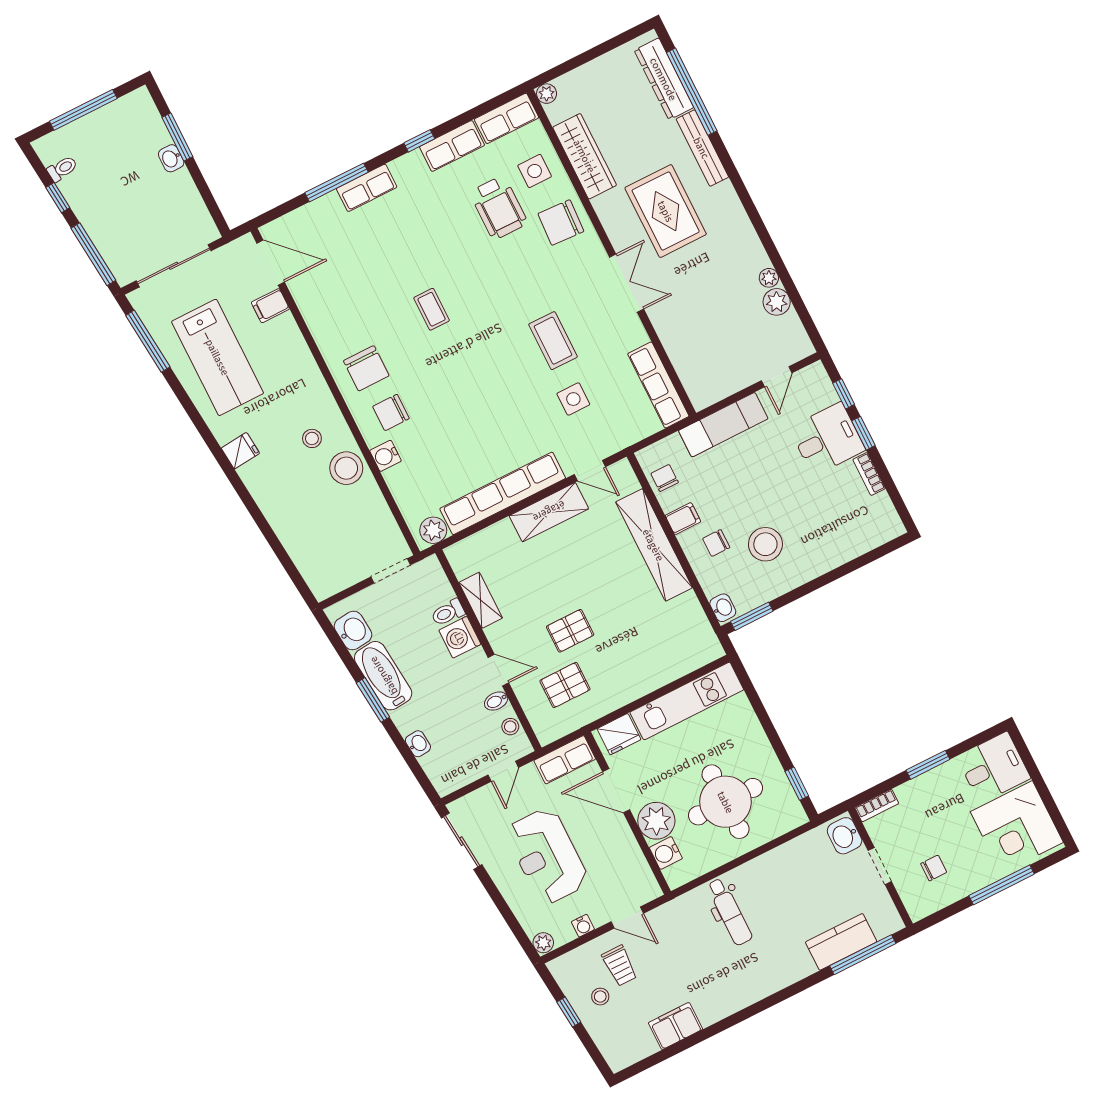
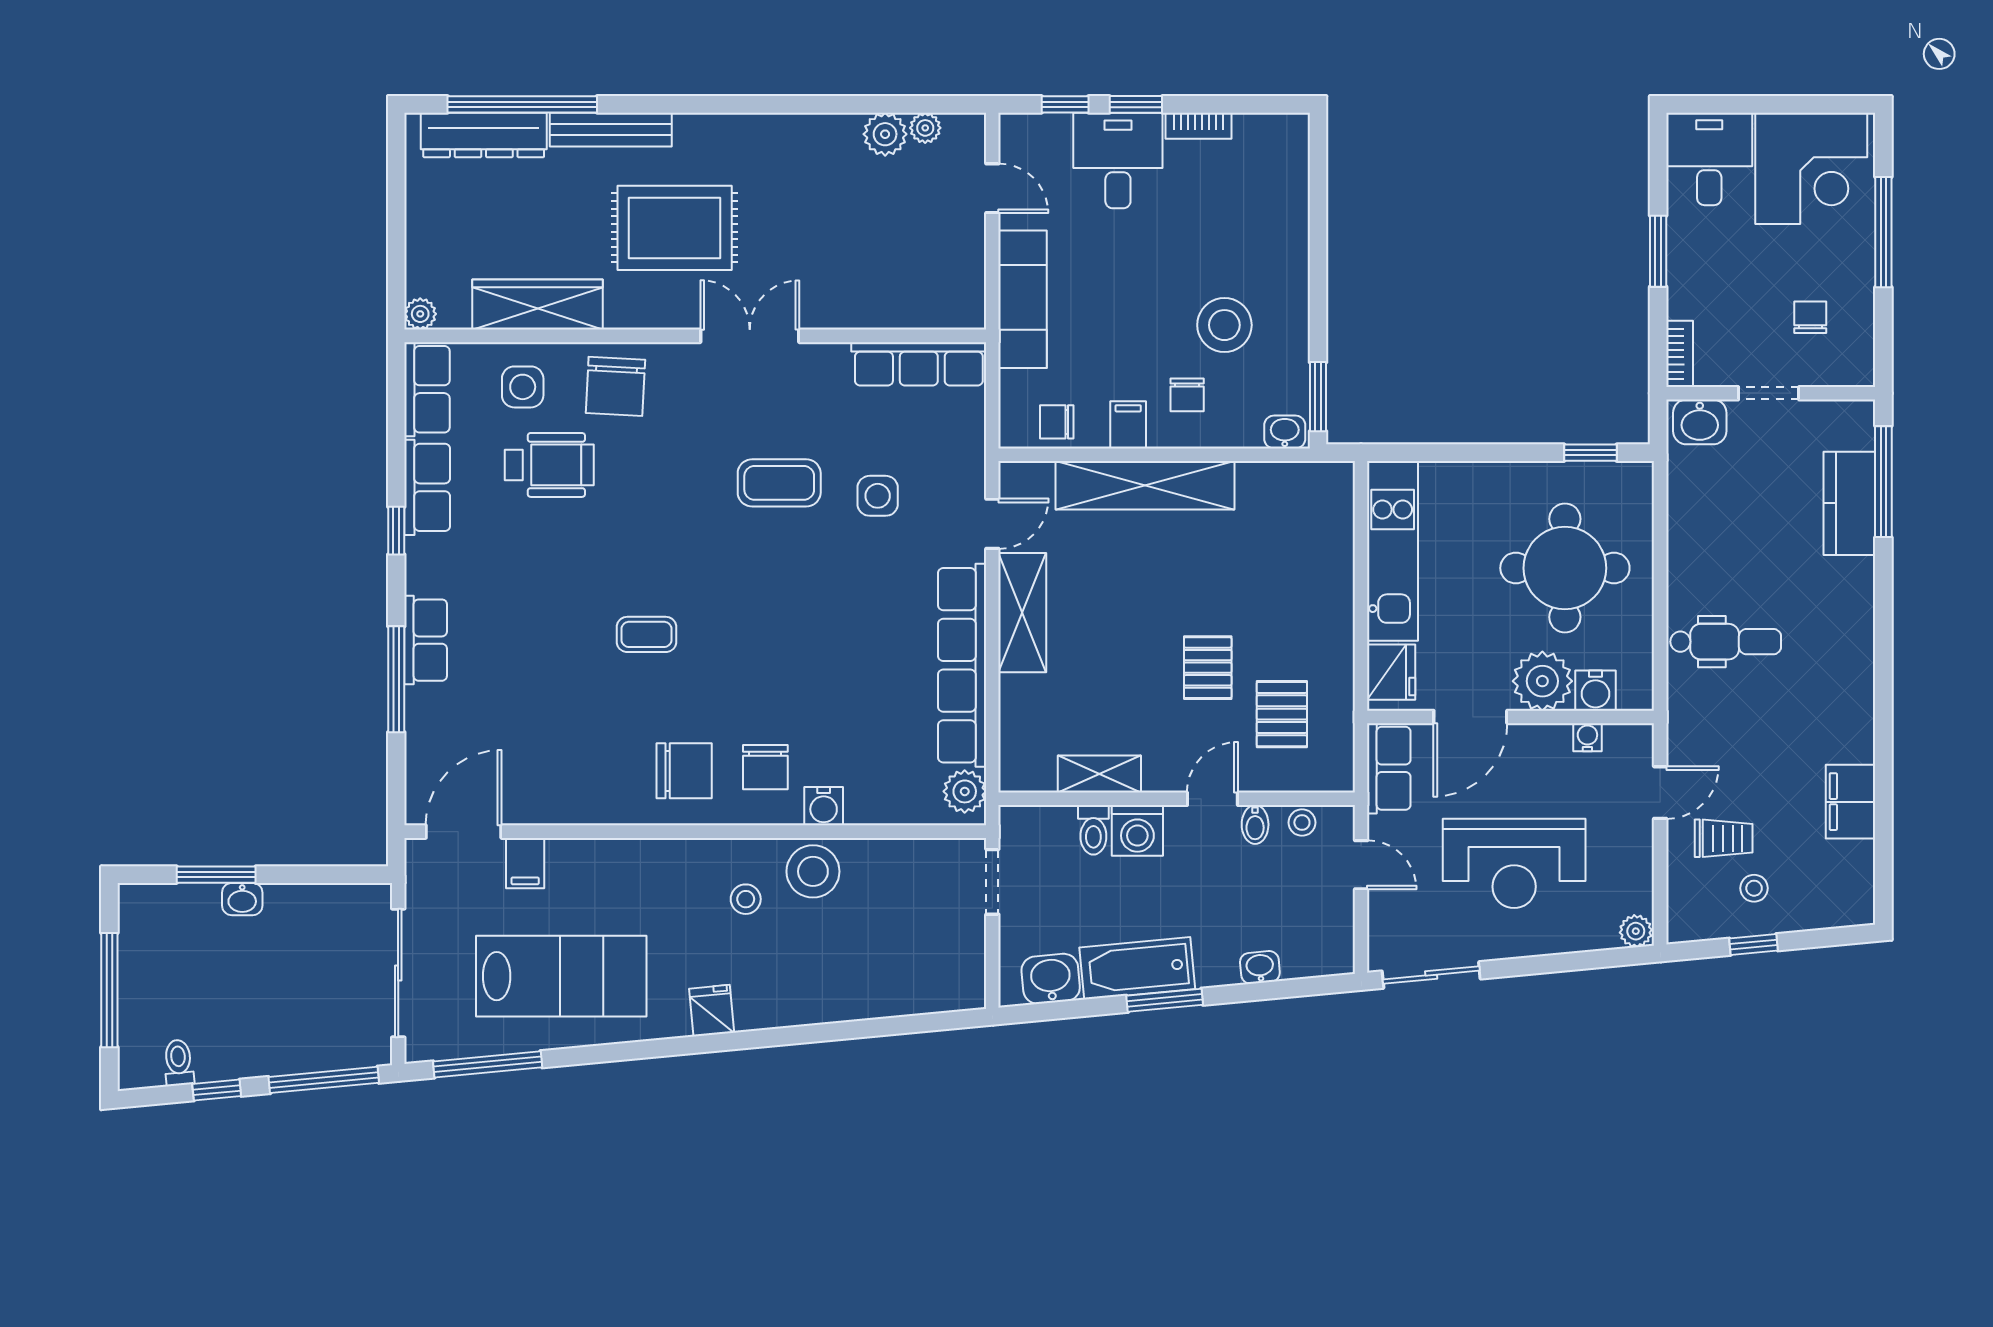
plant: (769, 278) -> (925, 128), moved
water cooler: (583, 926) -> (1587, 737), moved, turned -90

